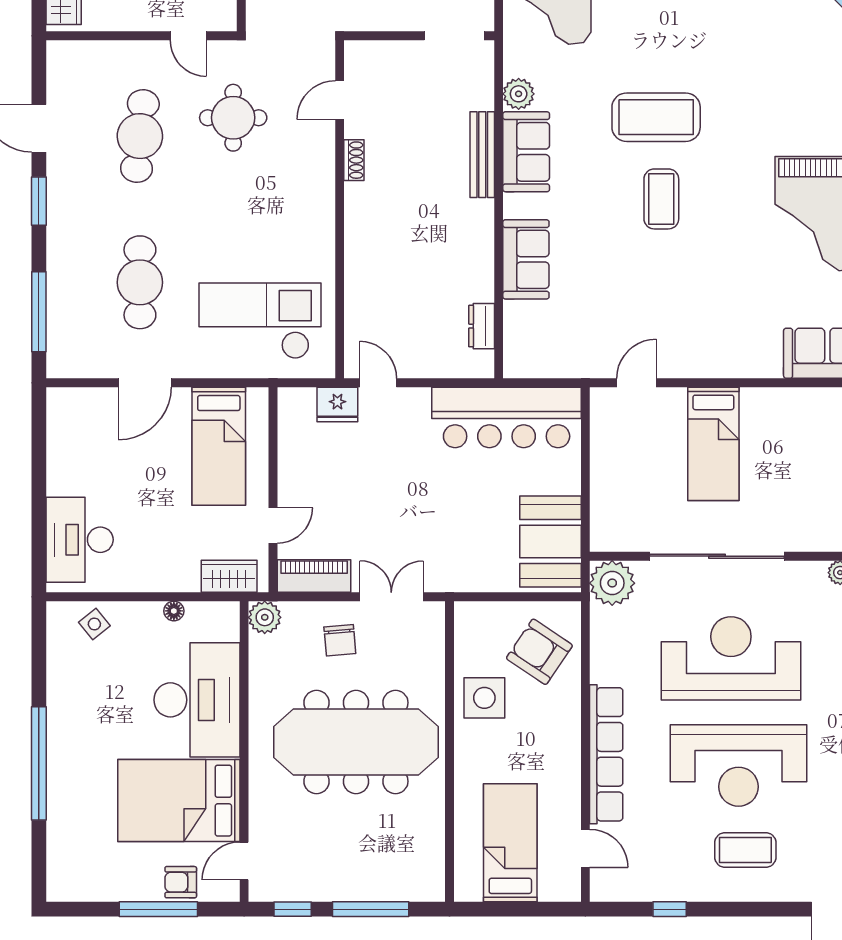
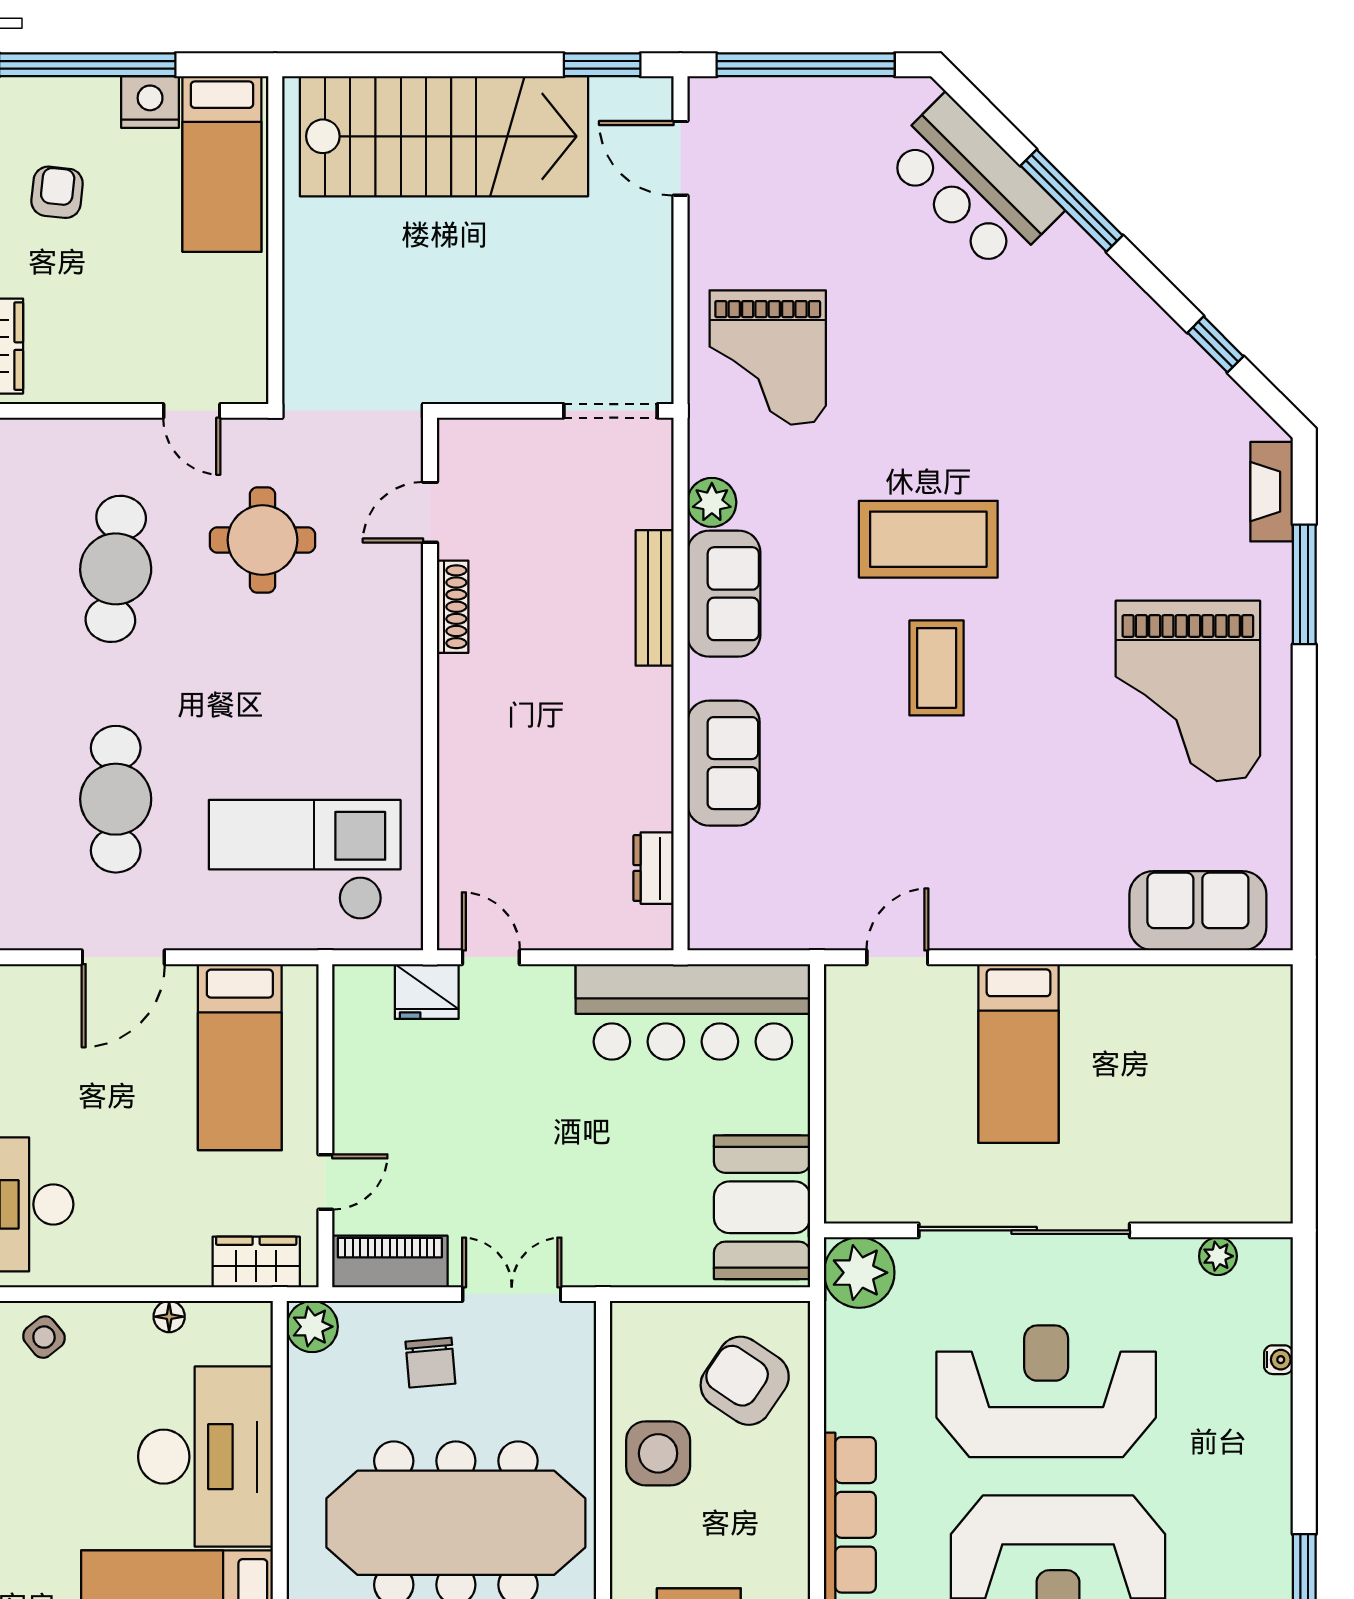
shoe rack: (354, 160) -> (453, 607), width x1.43

